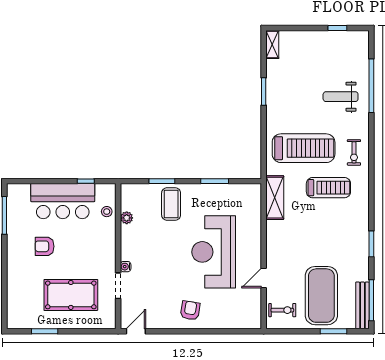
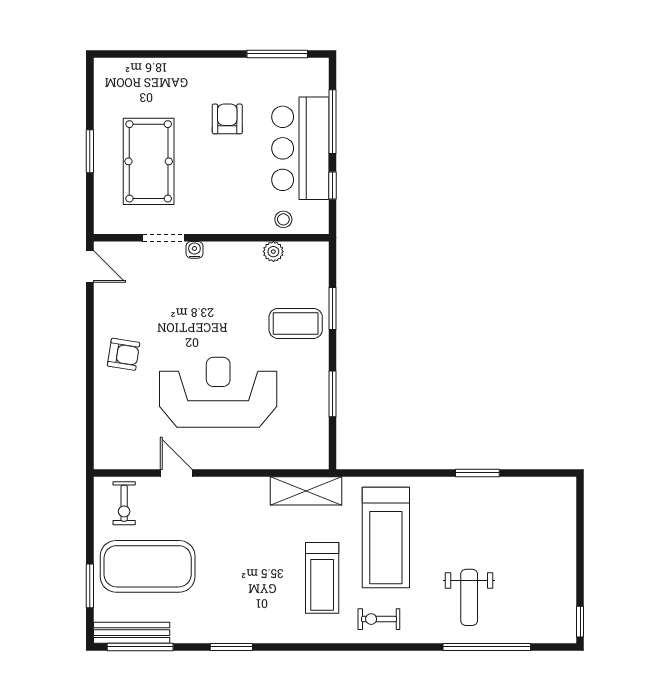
window: (337, 28) -> (580, 622), moved
shelving: (272, 44) -> (553, 487), removed
weight bench: (341, 97) -> (469, 597), turned 180
window: (46, 181) -> (333, 122), added
window: (45, 331) -> (90, 151), moved

